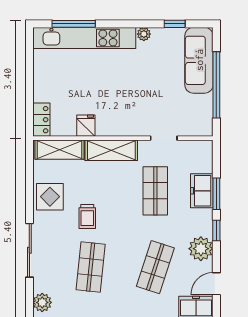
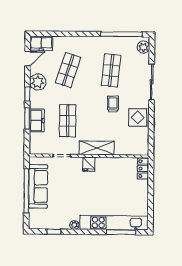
sofa: (199, 60) -> (38, 186), moved
fridge: (86, 126) -> (89, 164), moved
shelving: (59, 150) -> (131, 149), removed

